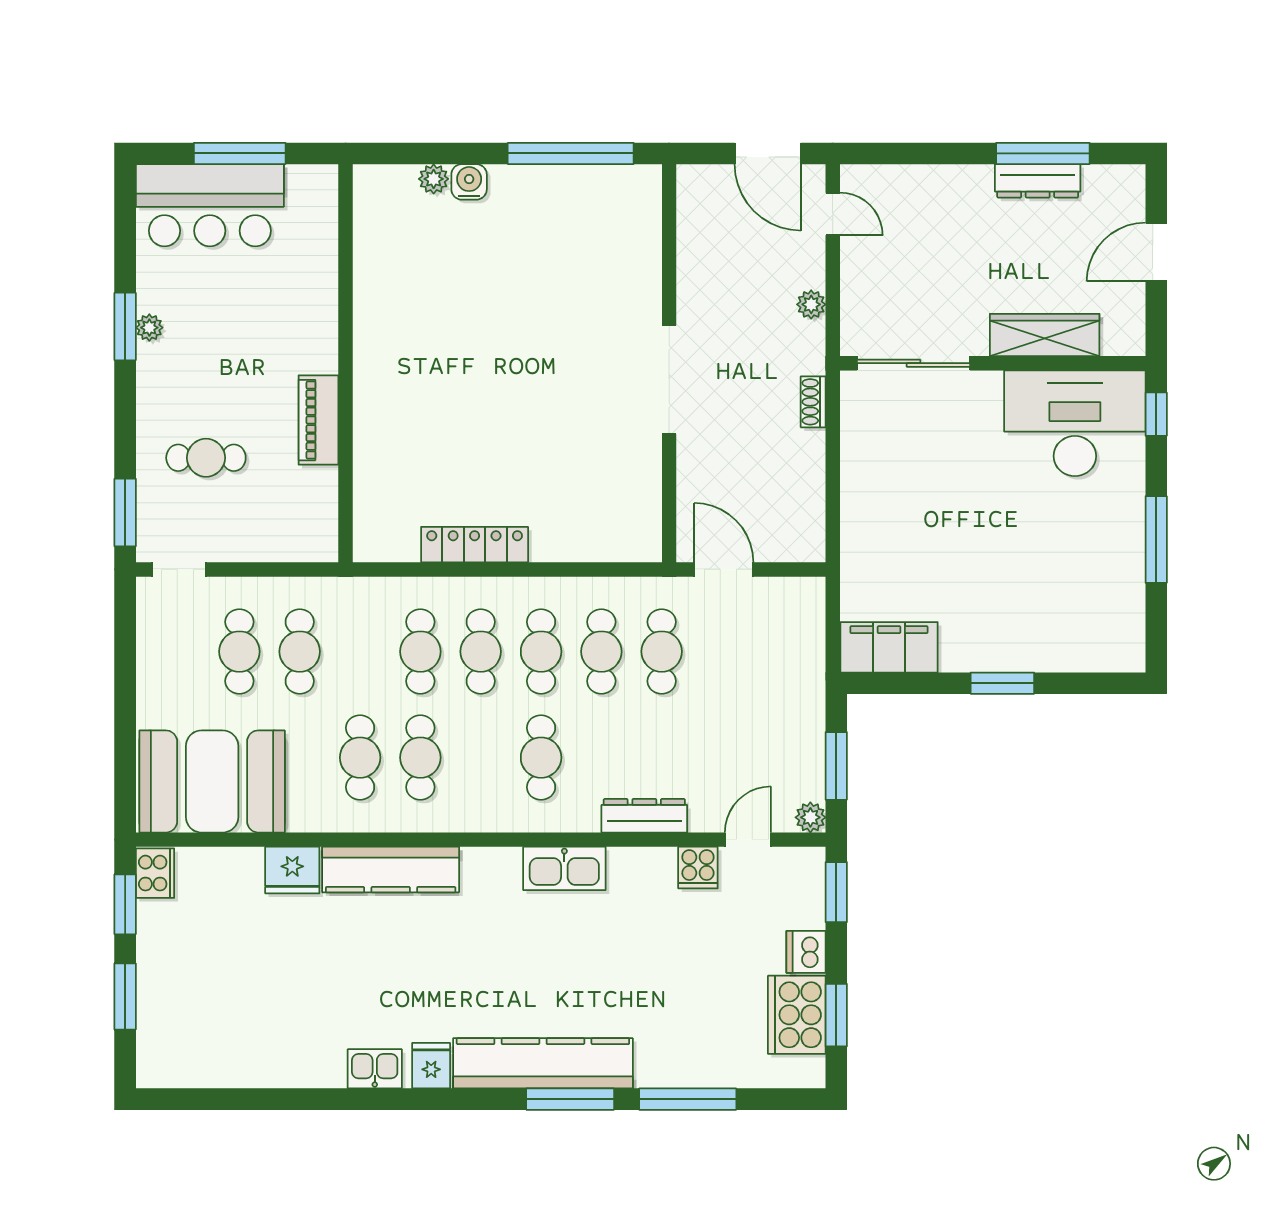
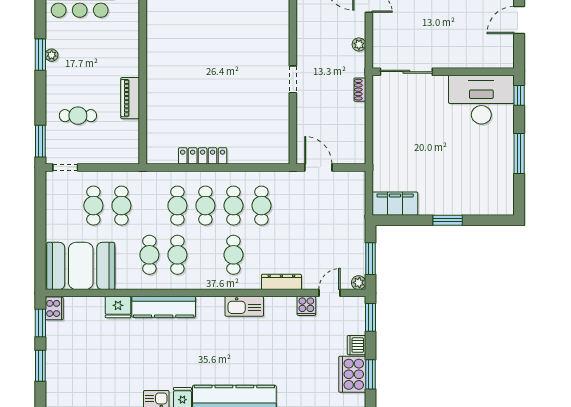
wardrobe: (1045, 335) -> (467, 59), removed
doorway: (669, 380) -> (293, 79), width x0.53
cafe table: (662, 652) -> (289, 206), removed

